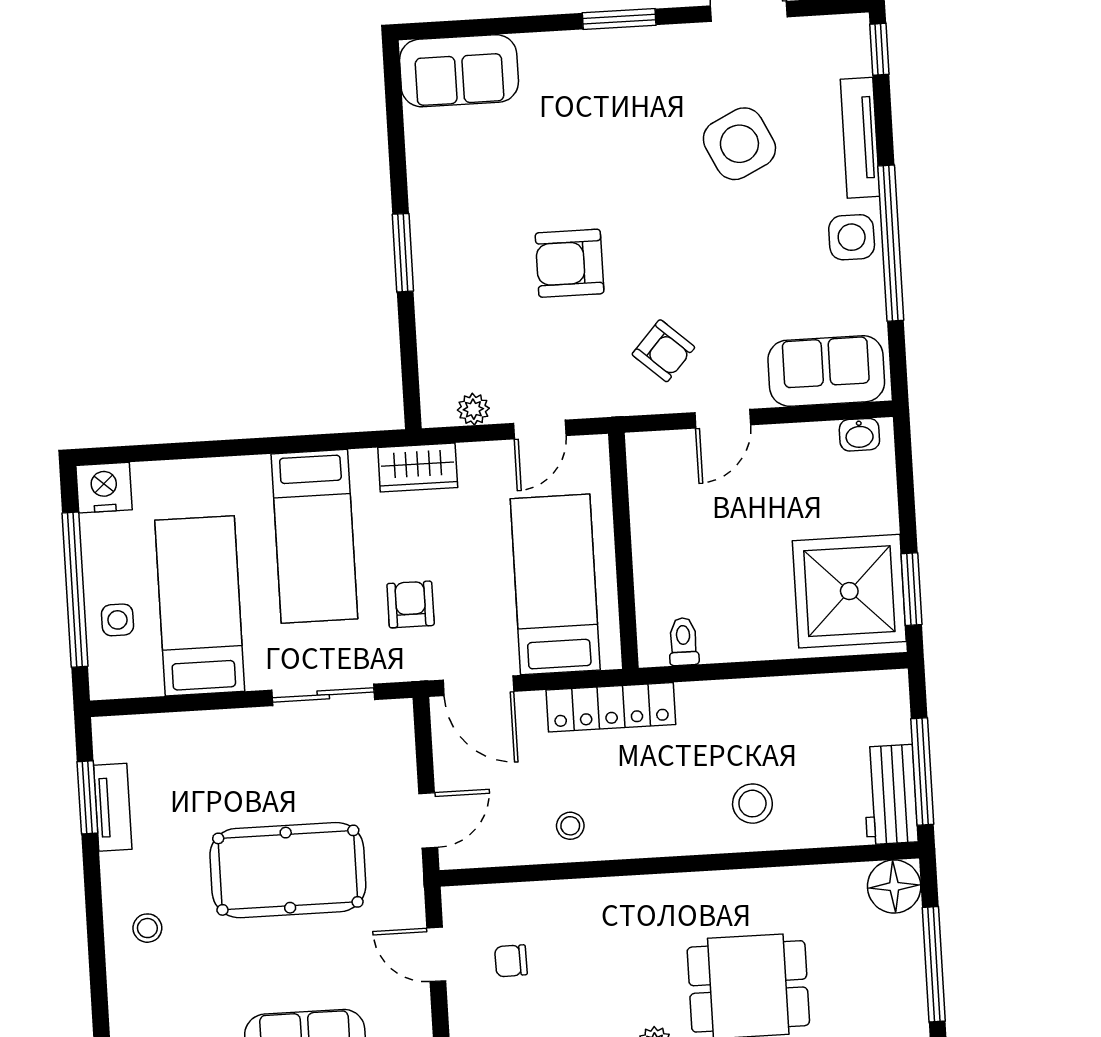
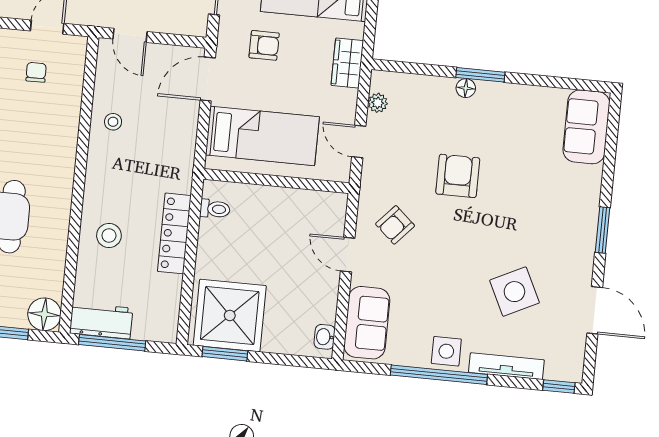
floor lamp: (428, 273) -> (466, 88), added
locker: (611, 707) -> (174, 233), moved

